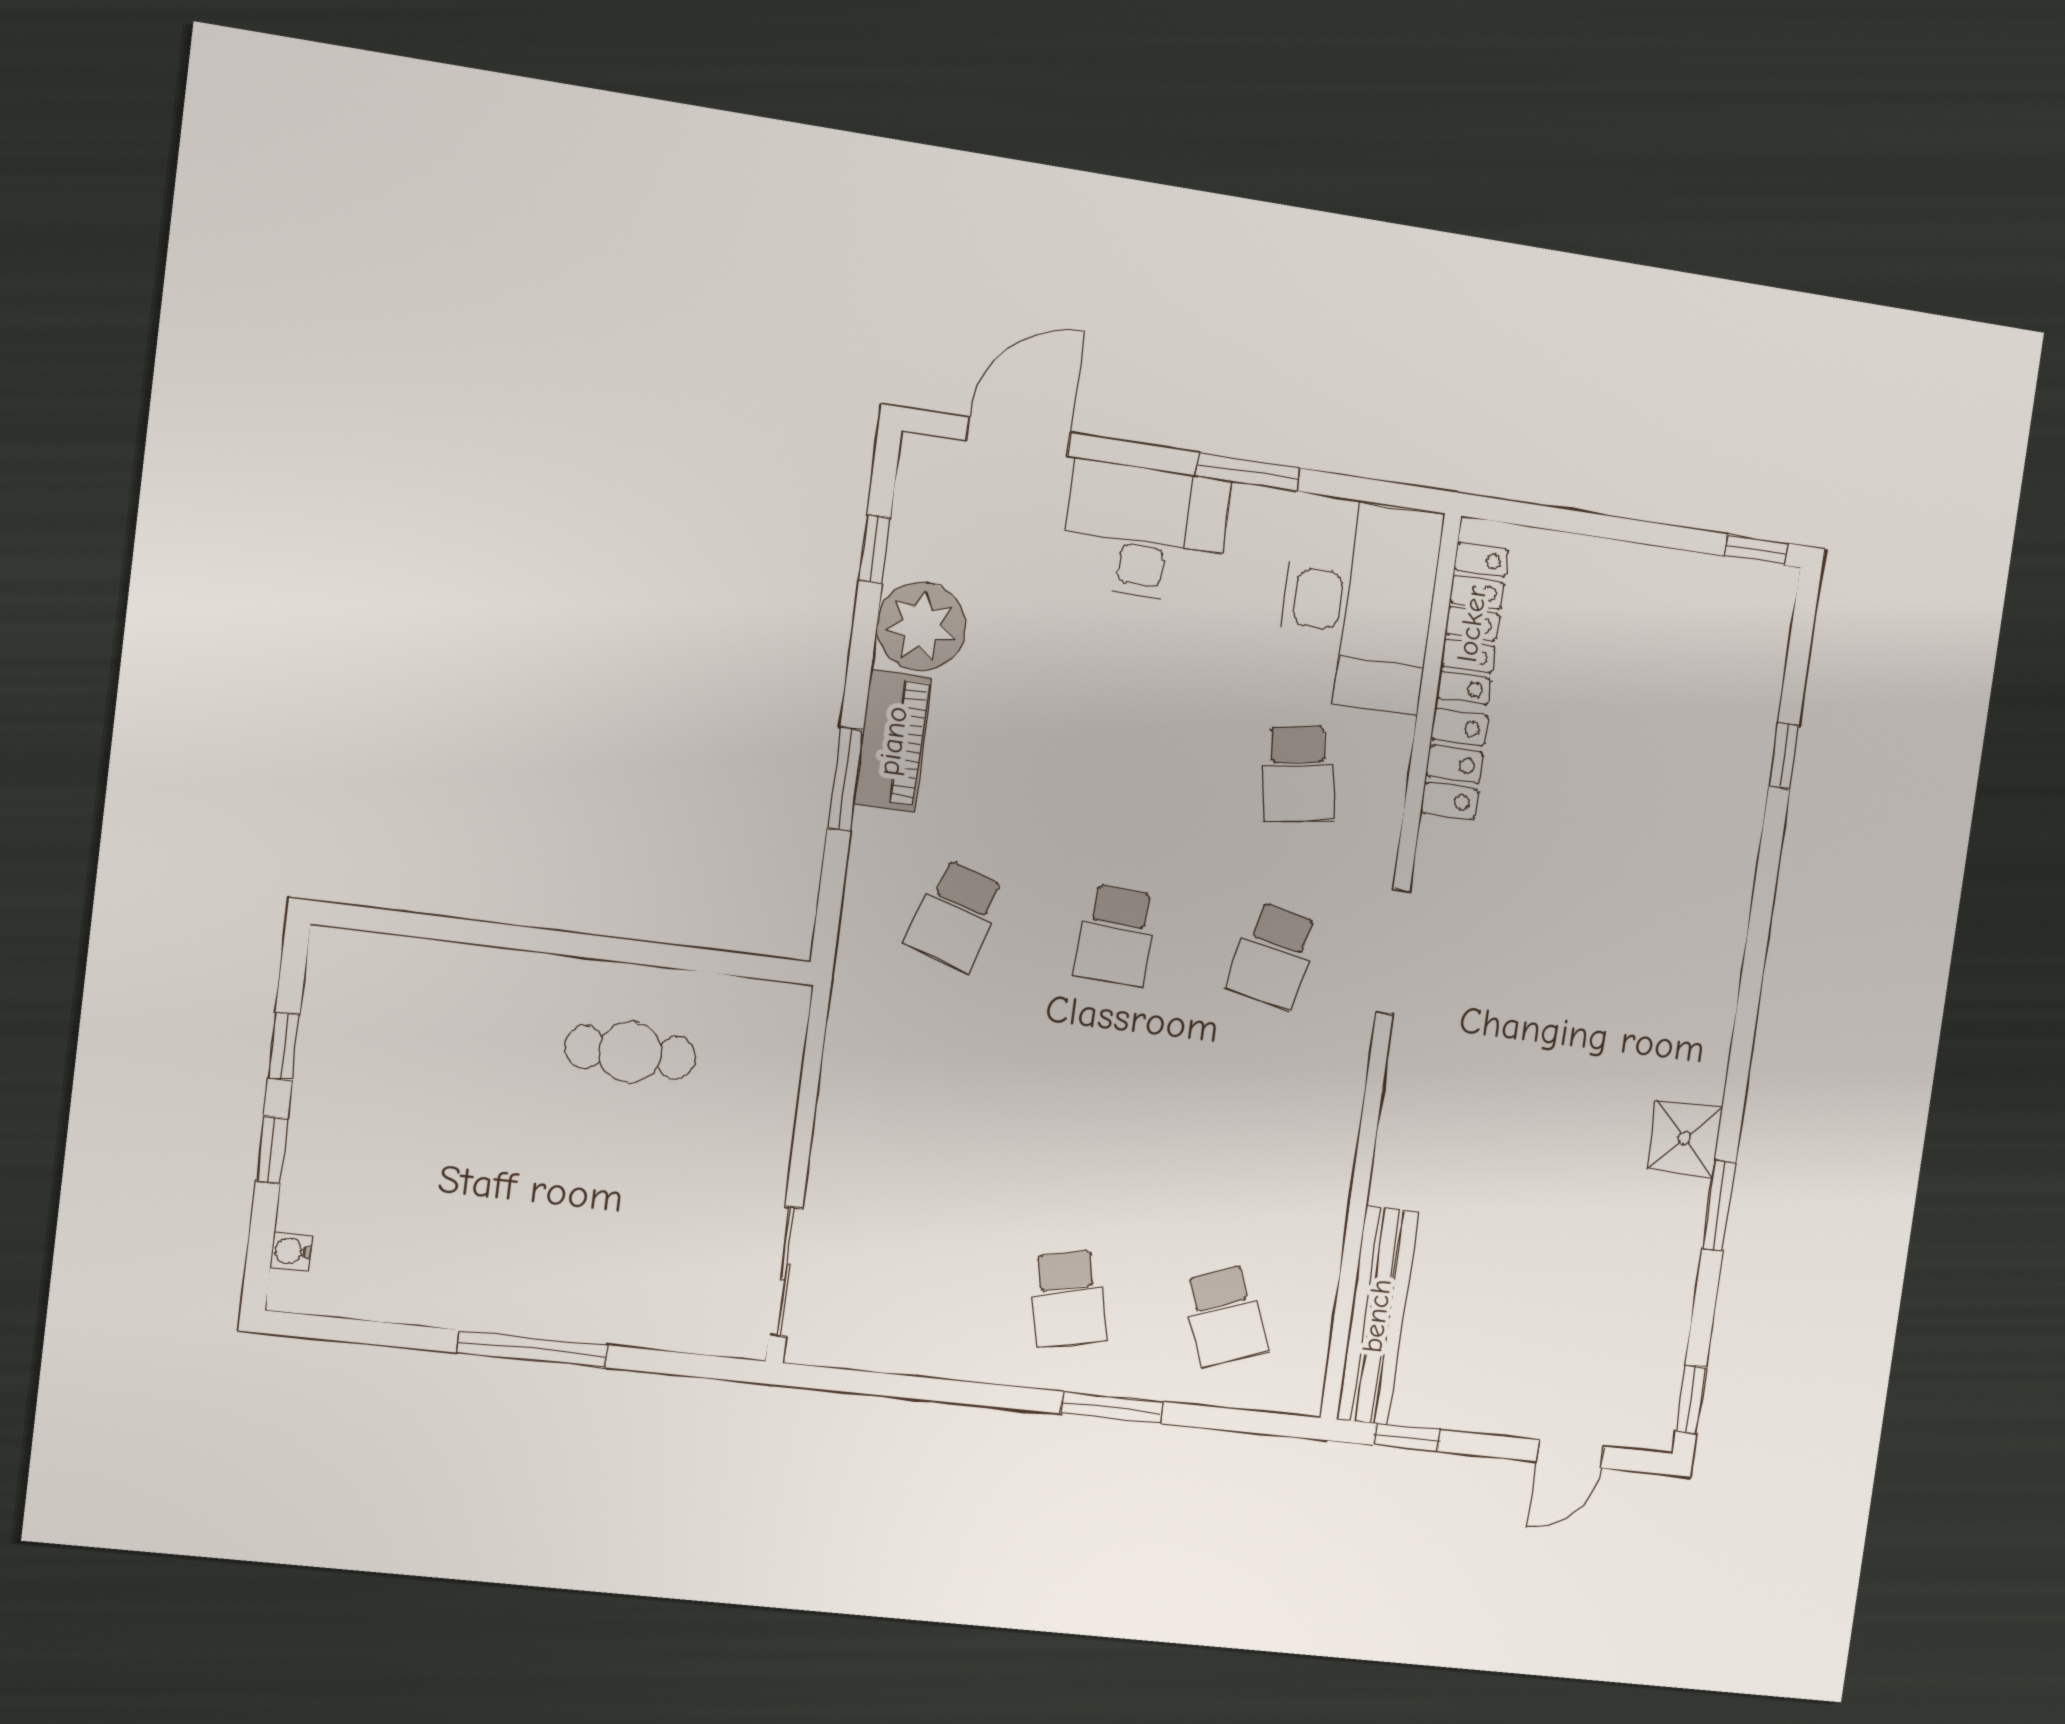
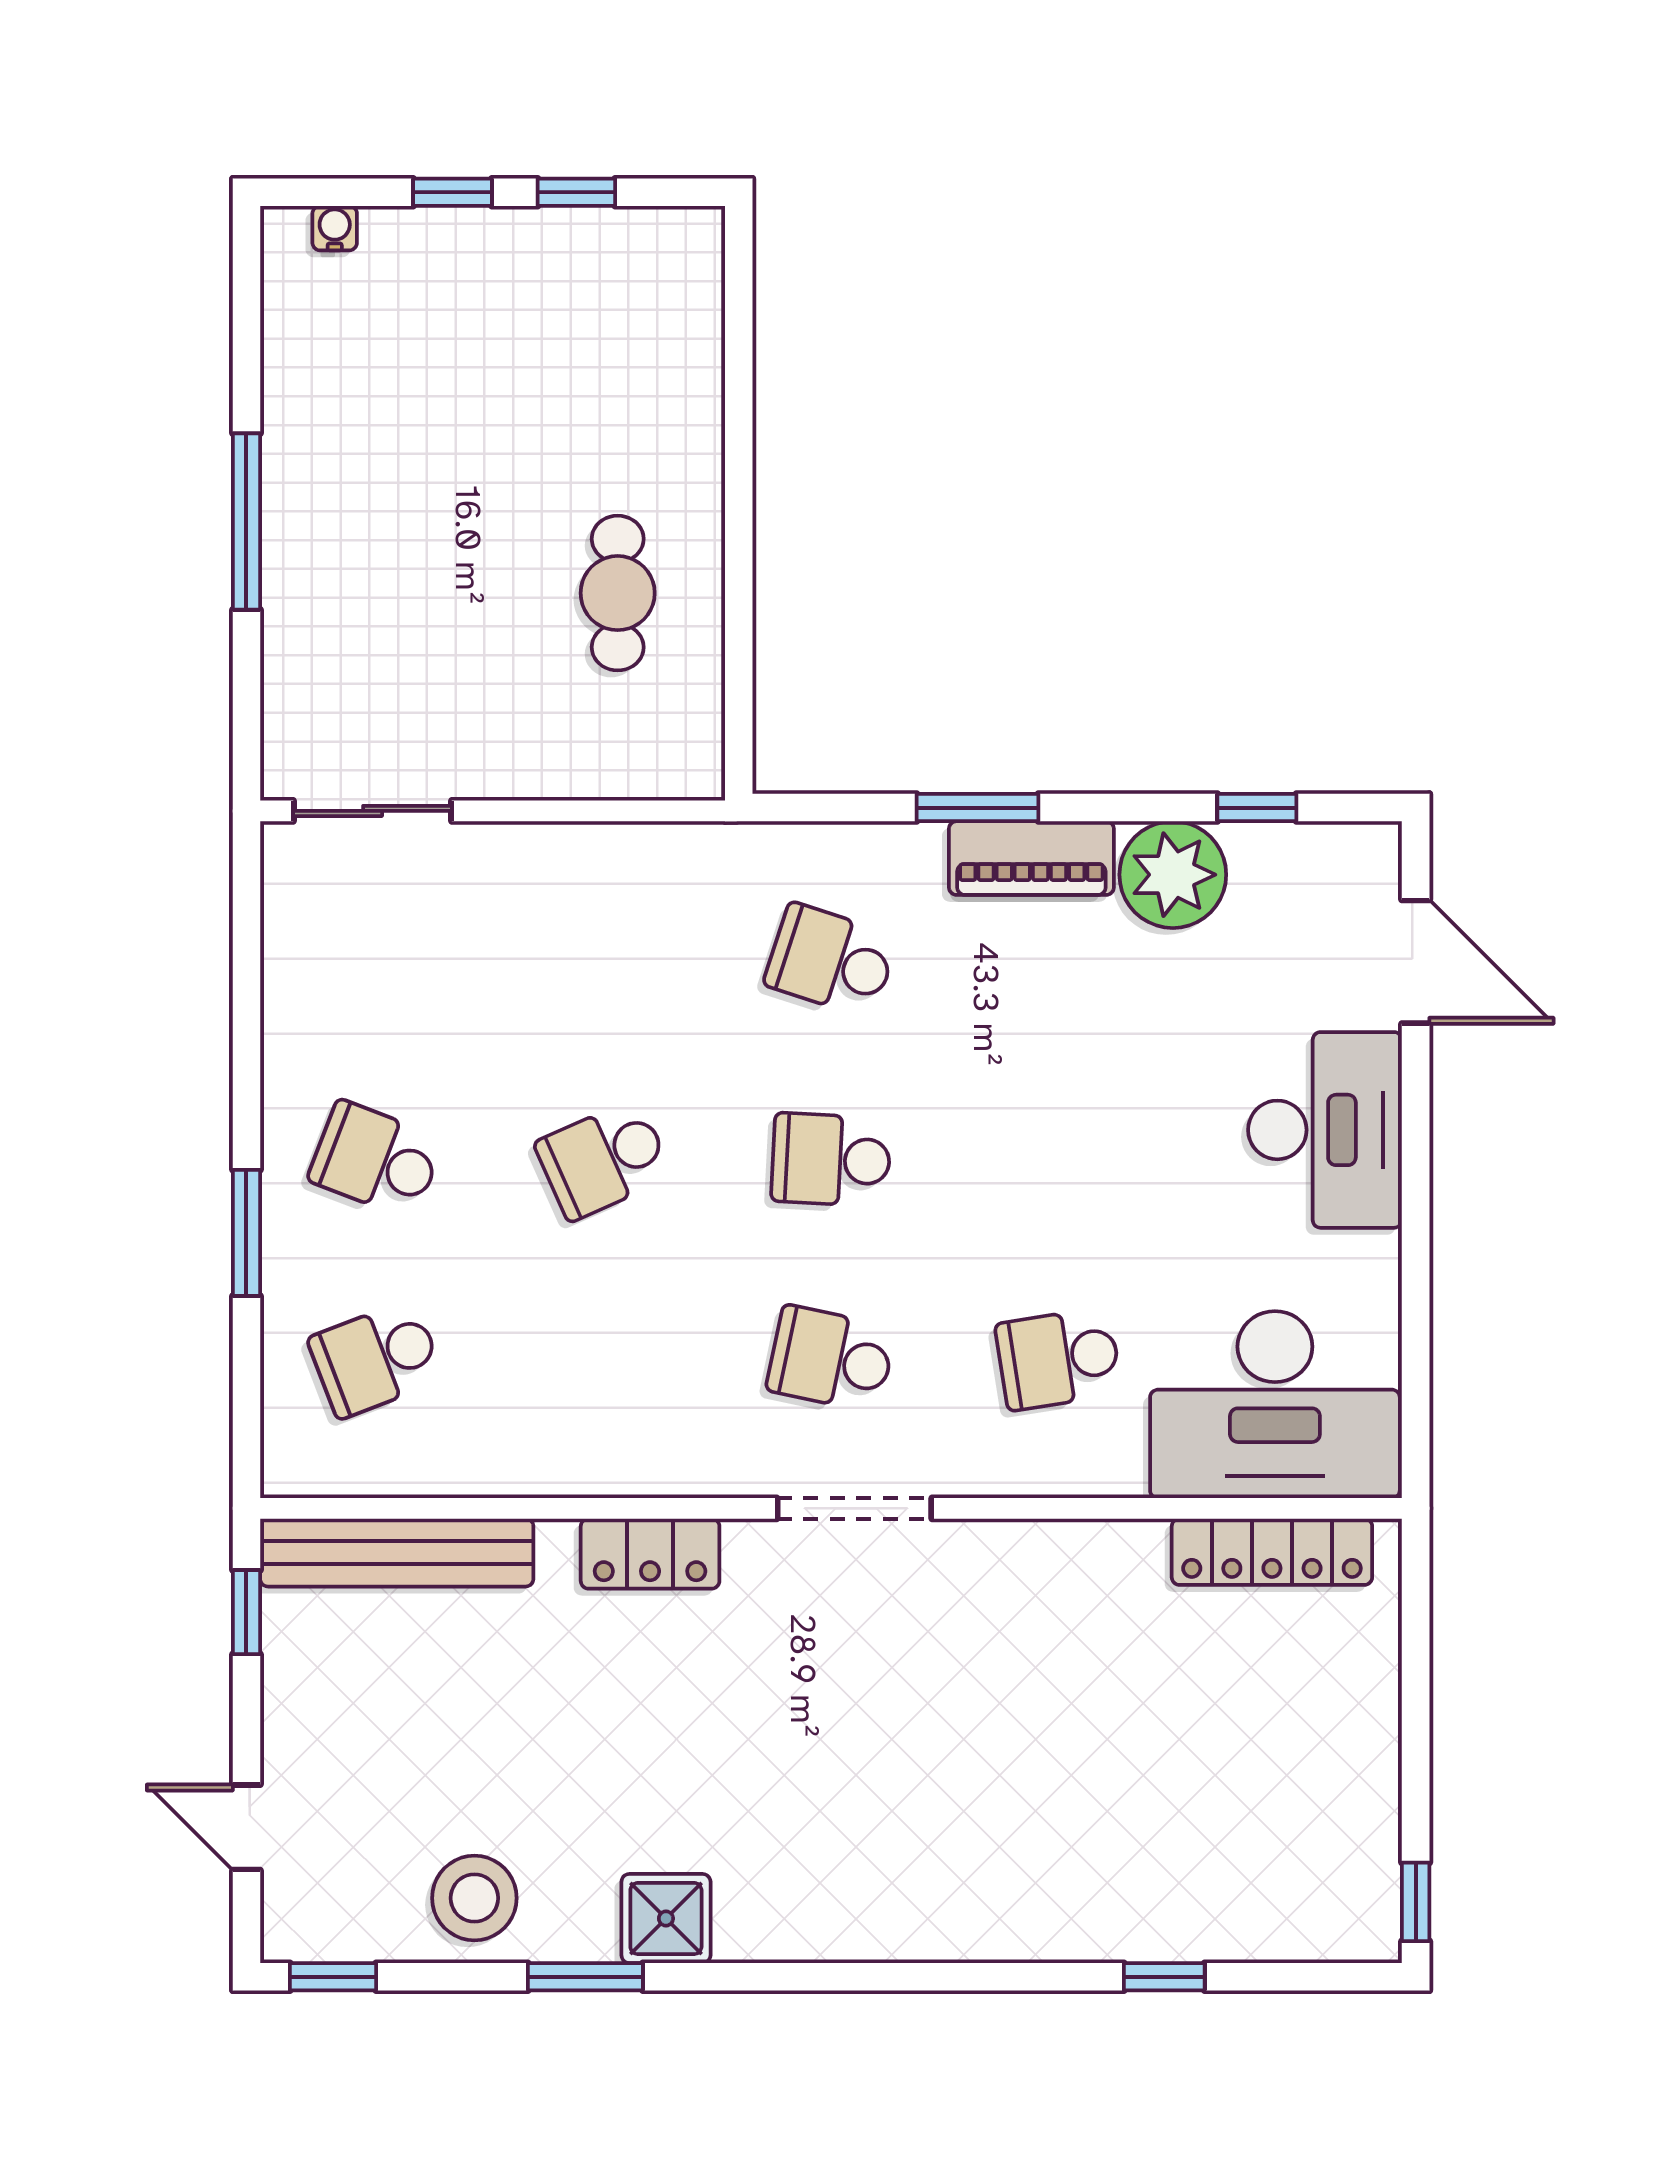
window: (1248, 472) -> (1416, 1246), removed
locker: (1455, 764) -> (650, 1554), moved
school desk: (1092, 1118) -> (604, 1160), added
stool: (1648, 1284) -> (474, 1898), added
school desk: (1068, 1299) -> (376, 1160), turned 33

